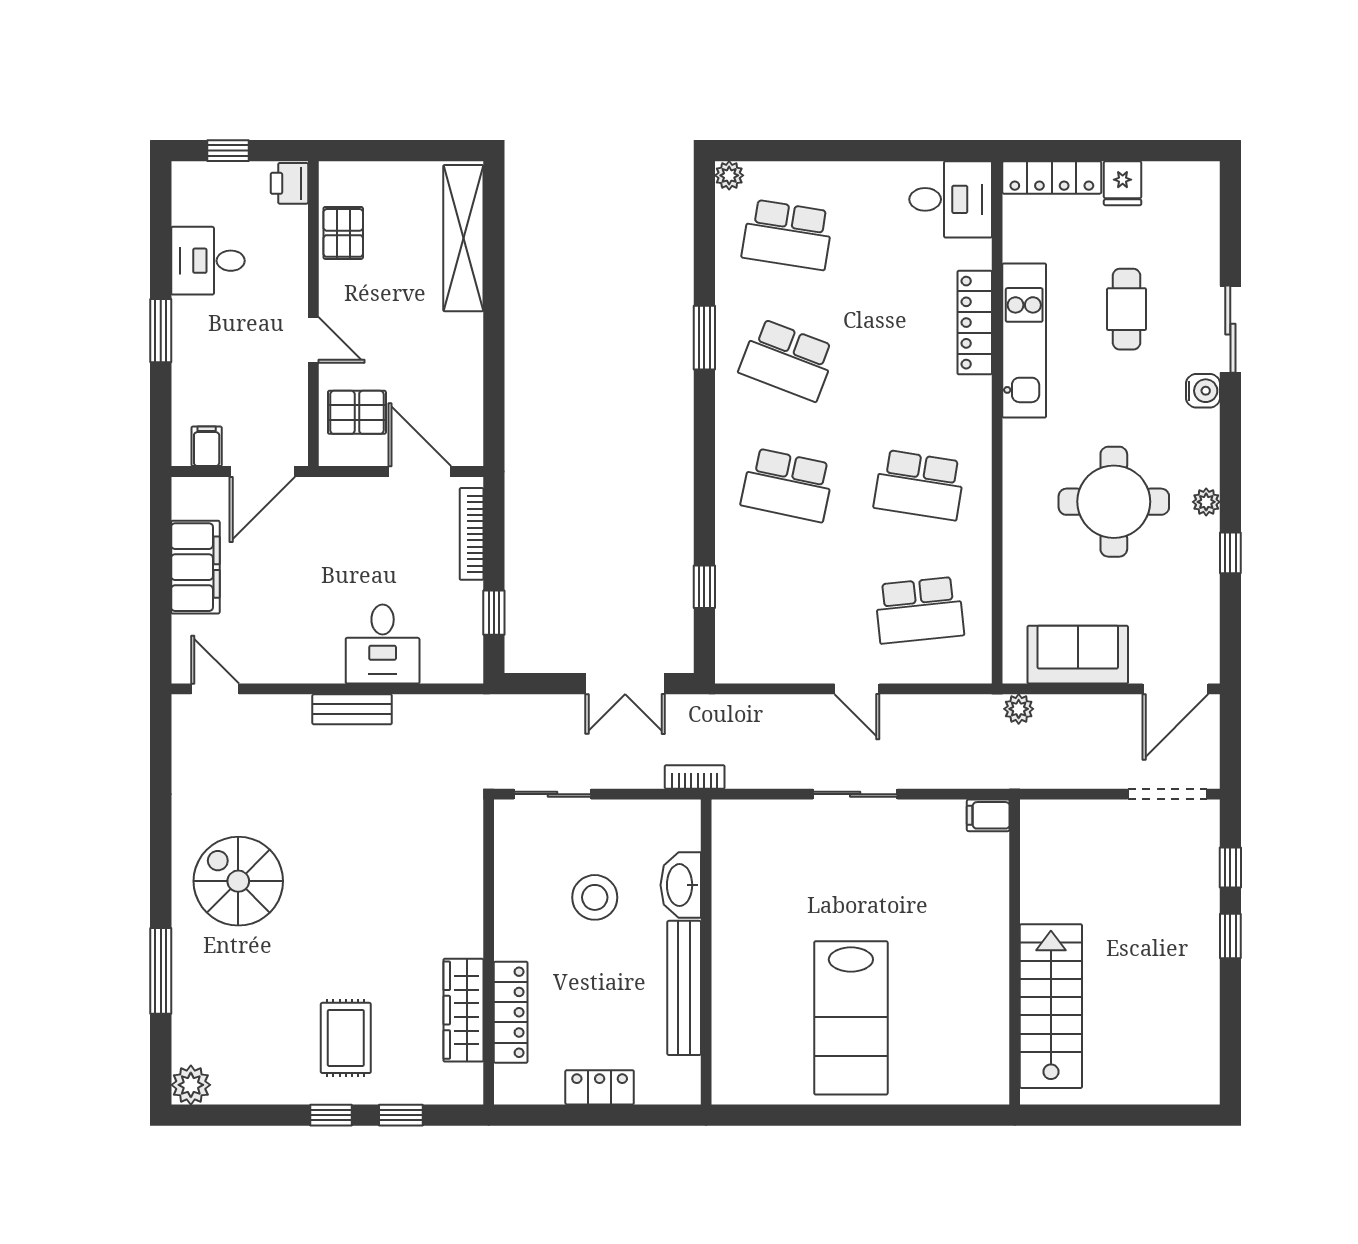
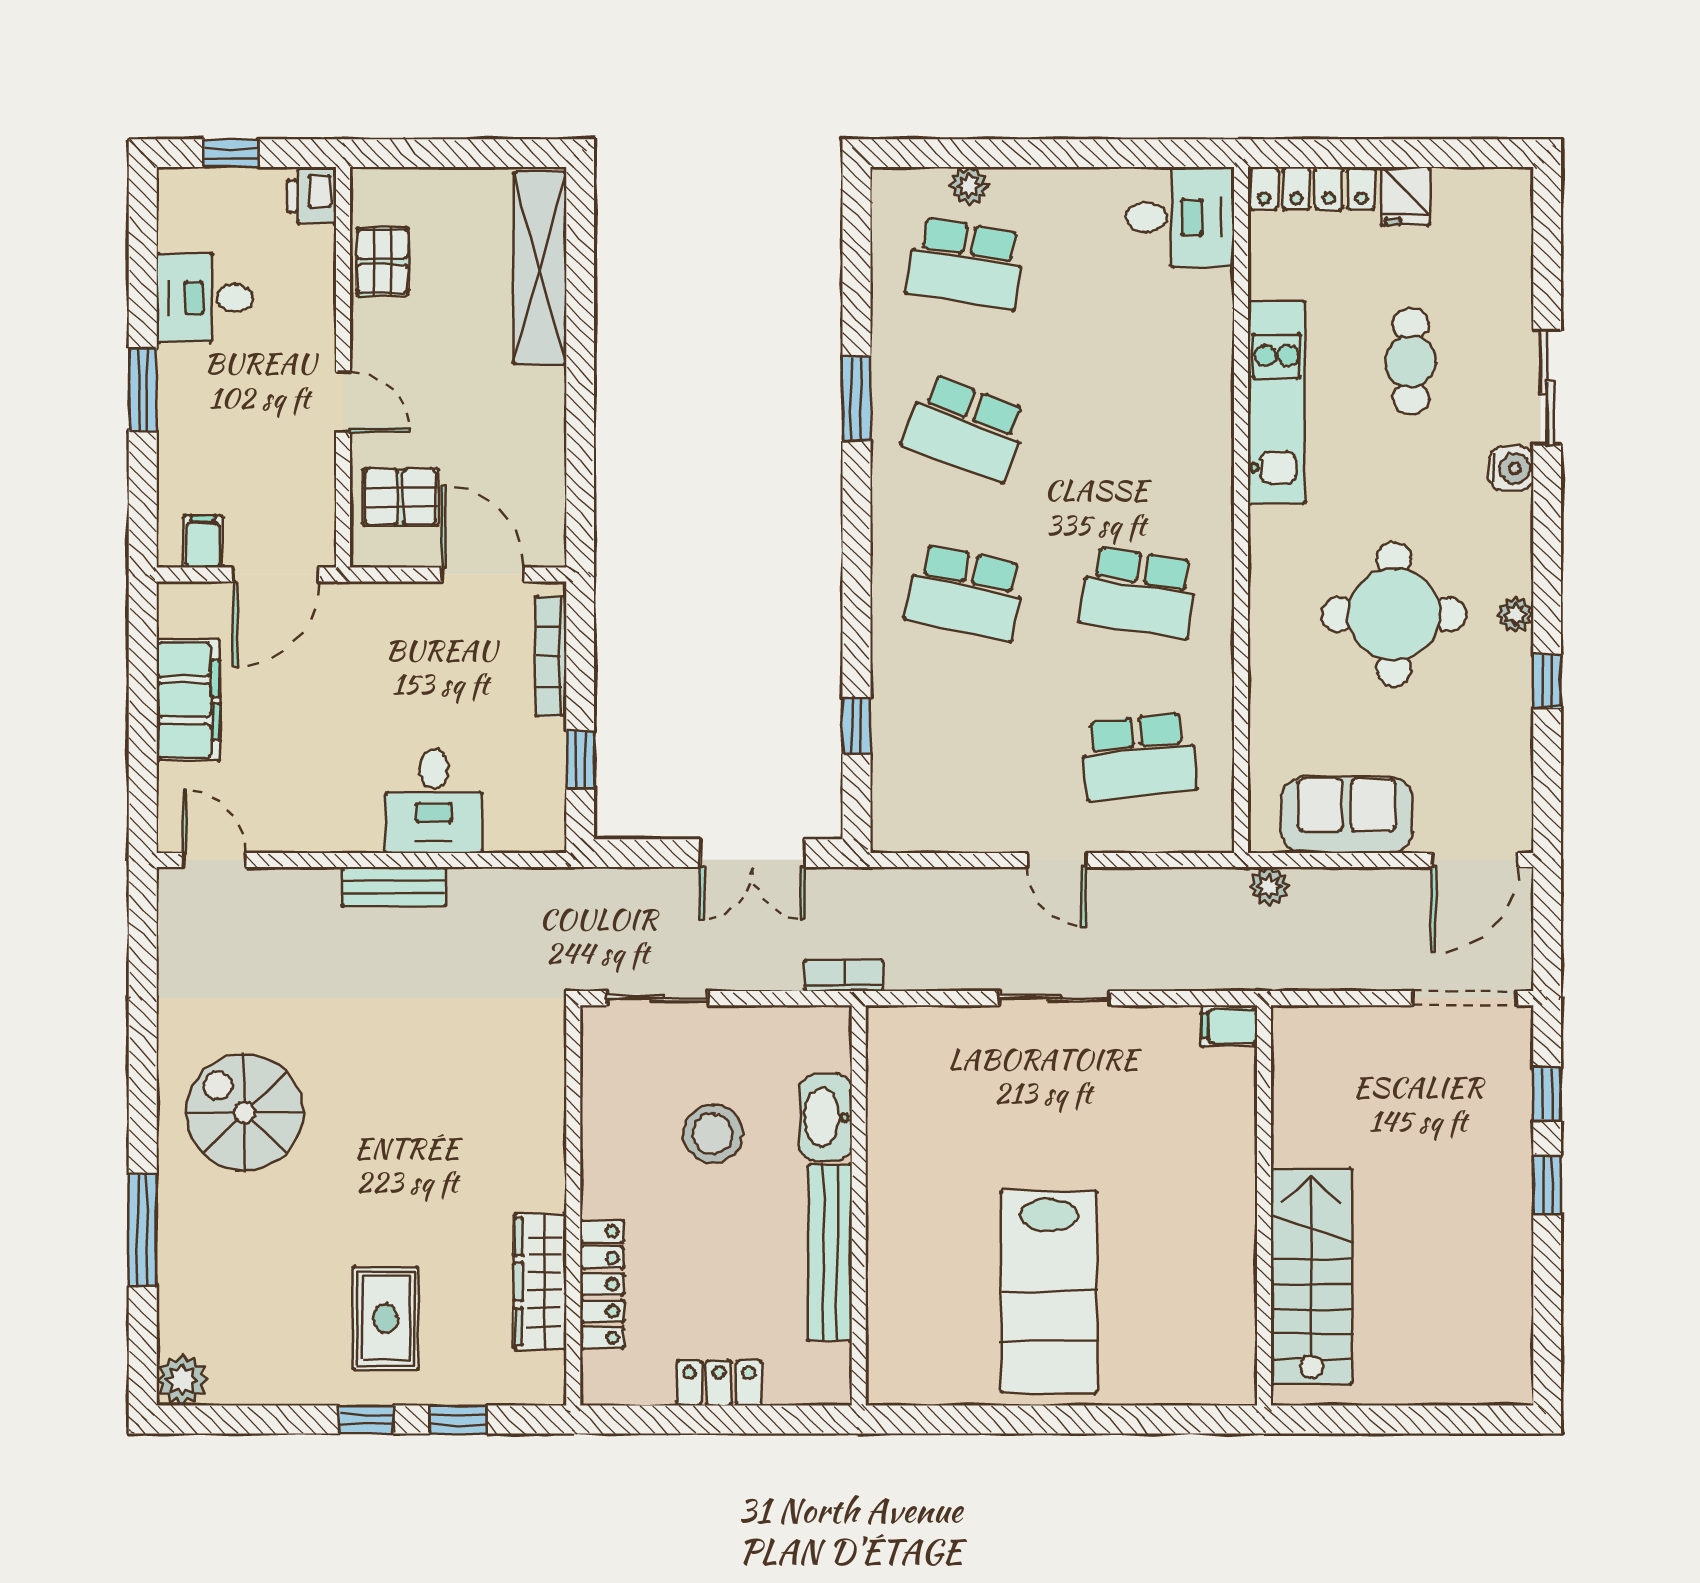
plant: (729, 175) -> (969, 186), moved
locker: (975, 323) -> (1211, 379), removed

